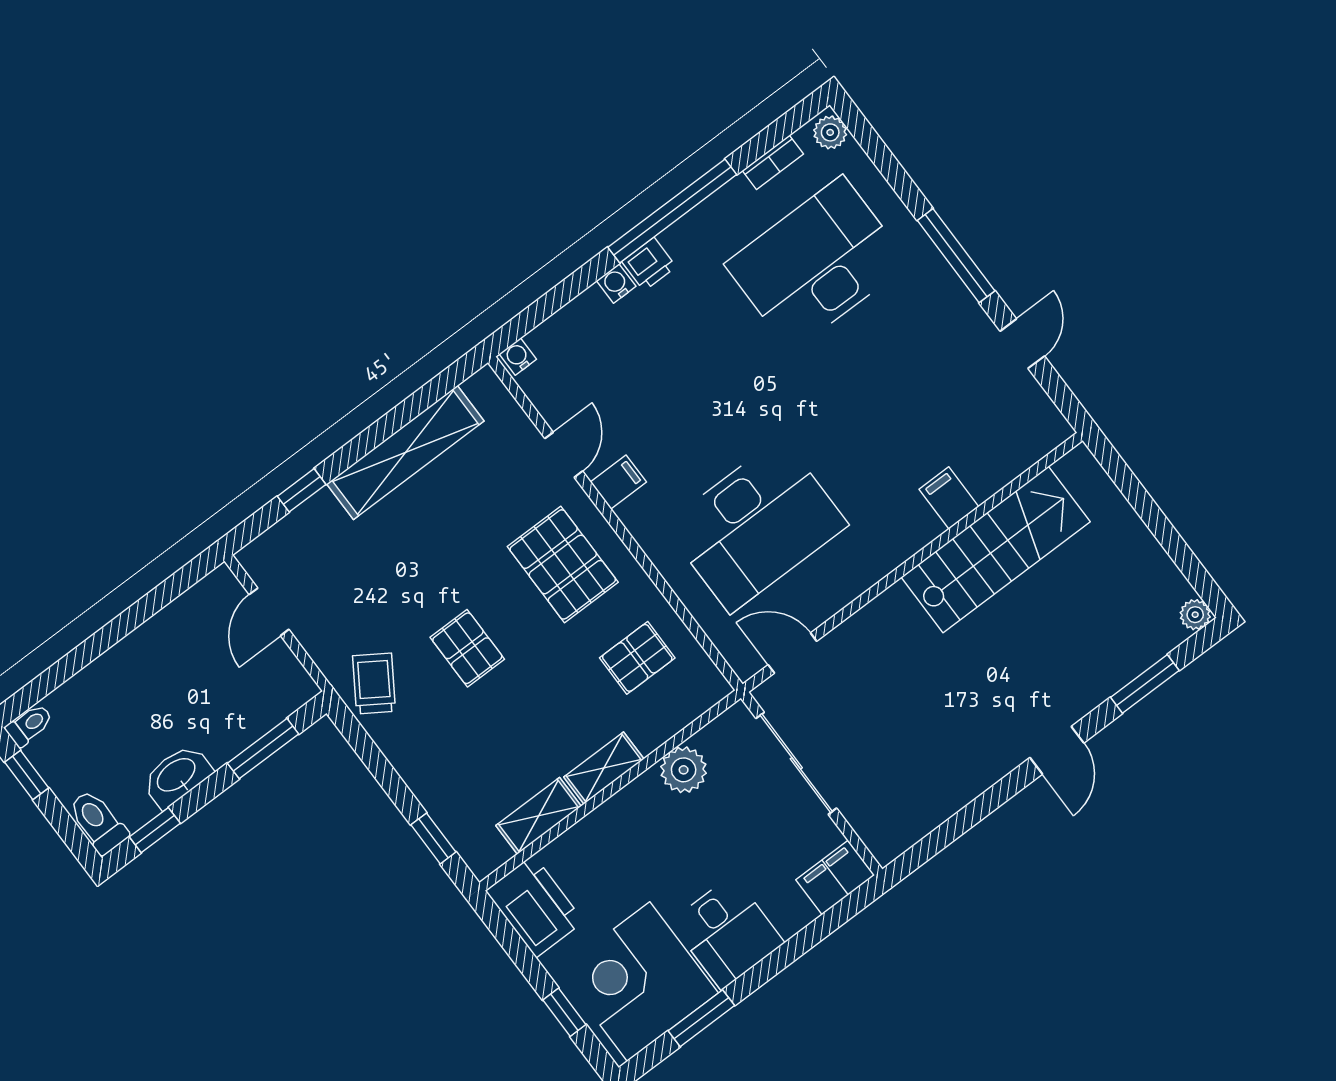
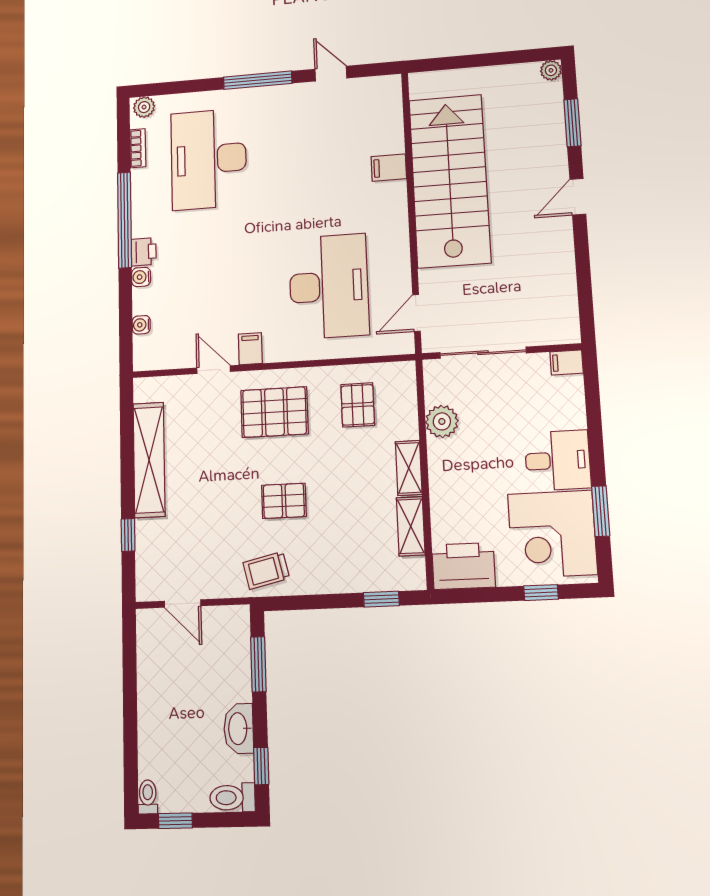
water cooler: (518, 357) -> (141, 325), moved
stairs: (996, 549) -> (450, 181), width x1.36, depth x1.51
trolley: (374, 684) -> (266, 570), turned -46
door: (1057, 750) -> (578, 197), swing flipped
filing cabinet: (835, 878) -> (567, 362), width x0.50

